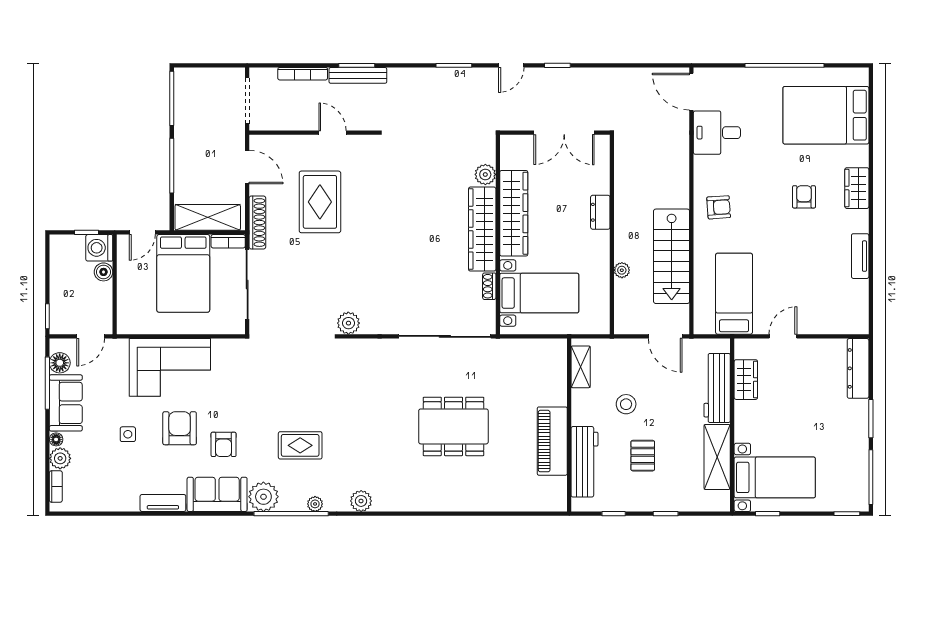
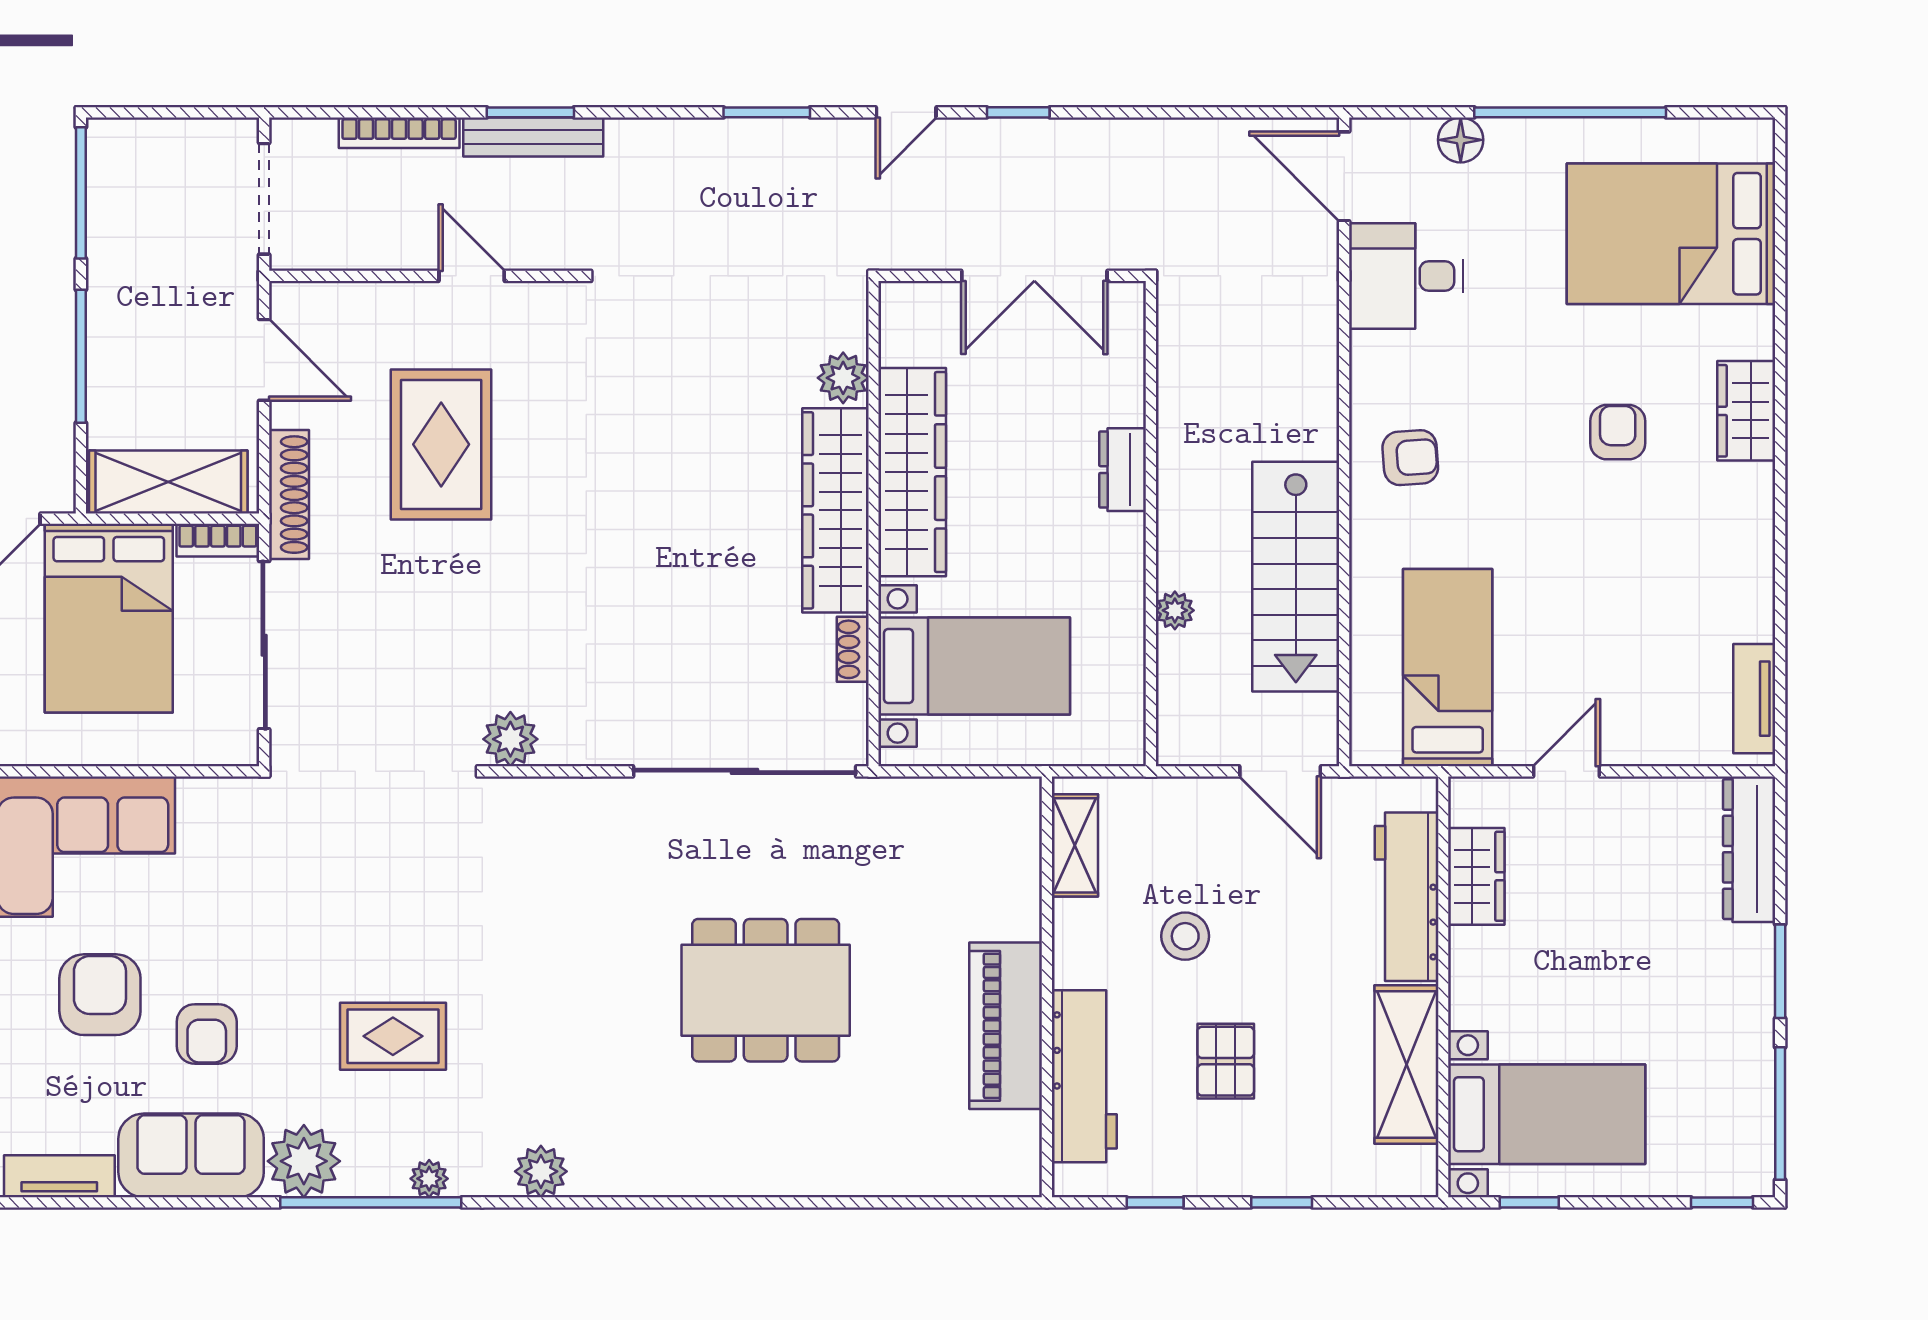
floor lamp: (739, 77) -> (1461, 140), added
tv unit: (860, 256) -> (1754, 699), moved

